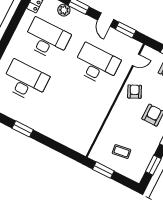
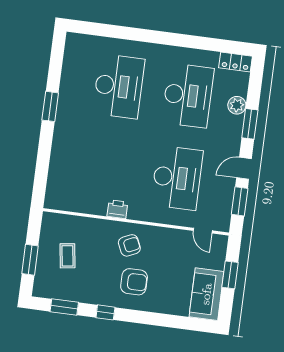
armchair: (135, 92) -> (129, 245), moved
printer: (103, 109) -> (117, 209), added
window: (103, 170) -> (30, 260), moved

